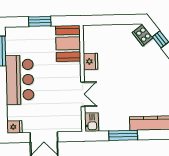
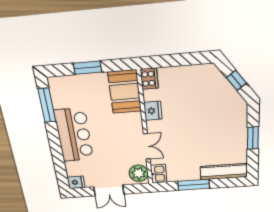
cooker: (143, 35) -> (149, 79), moved, turned -143
plant: (73, 121) -> (139, 173), added

